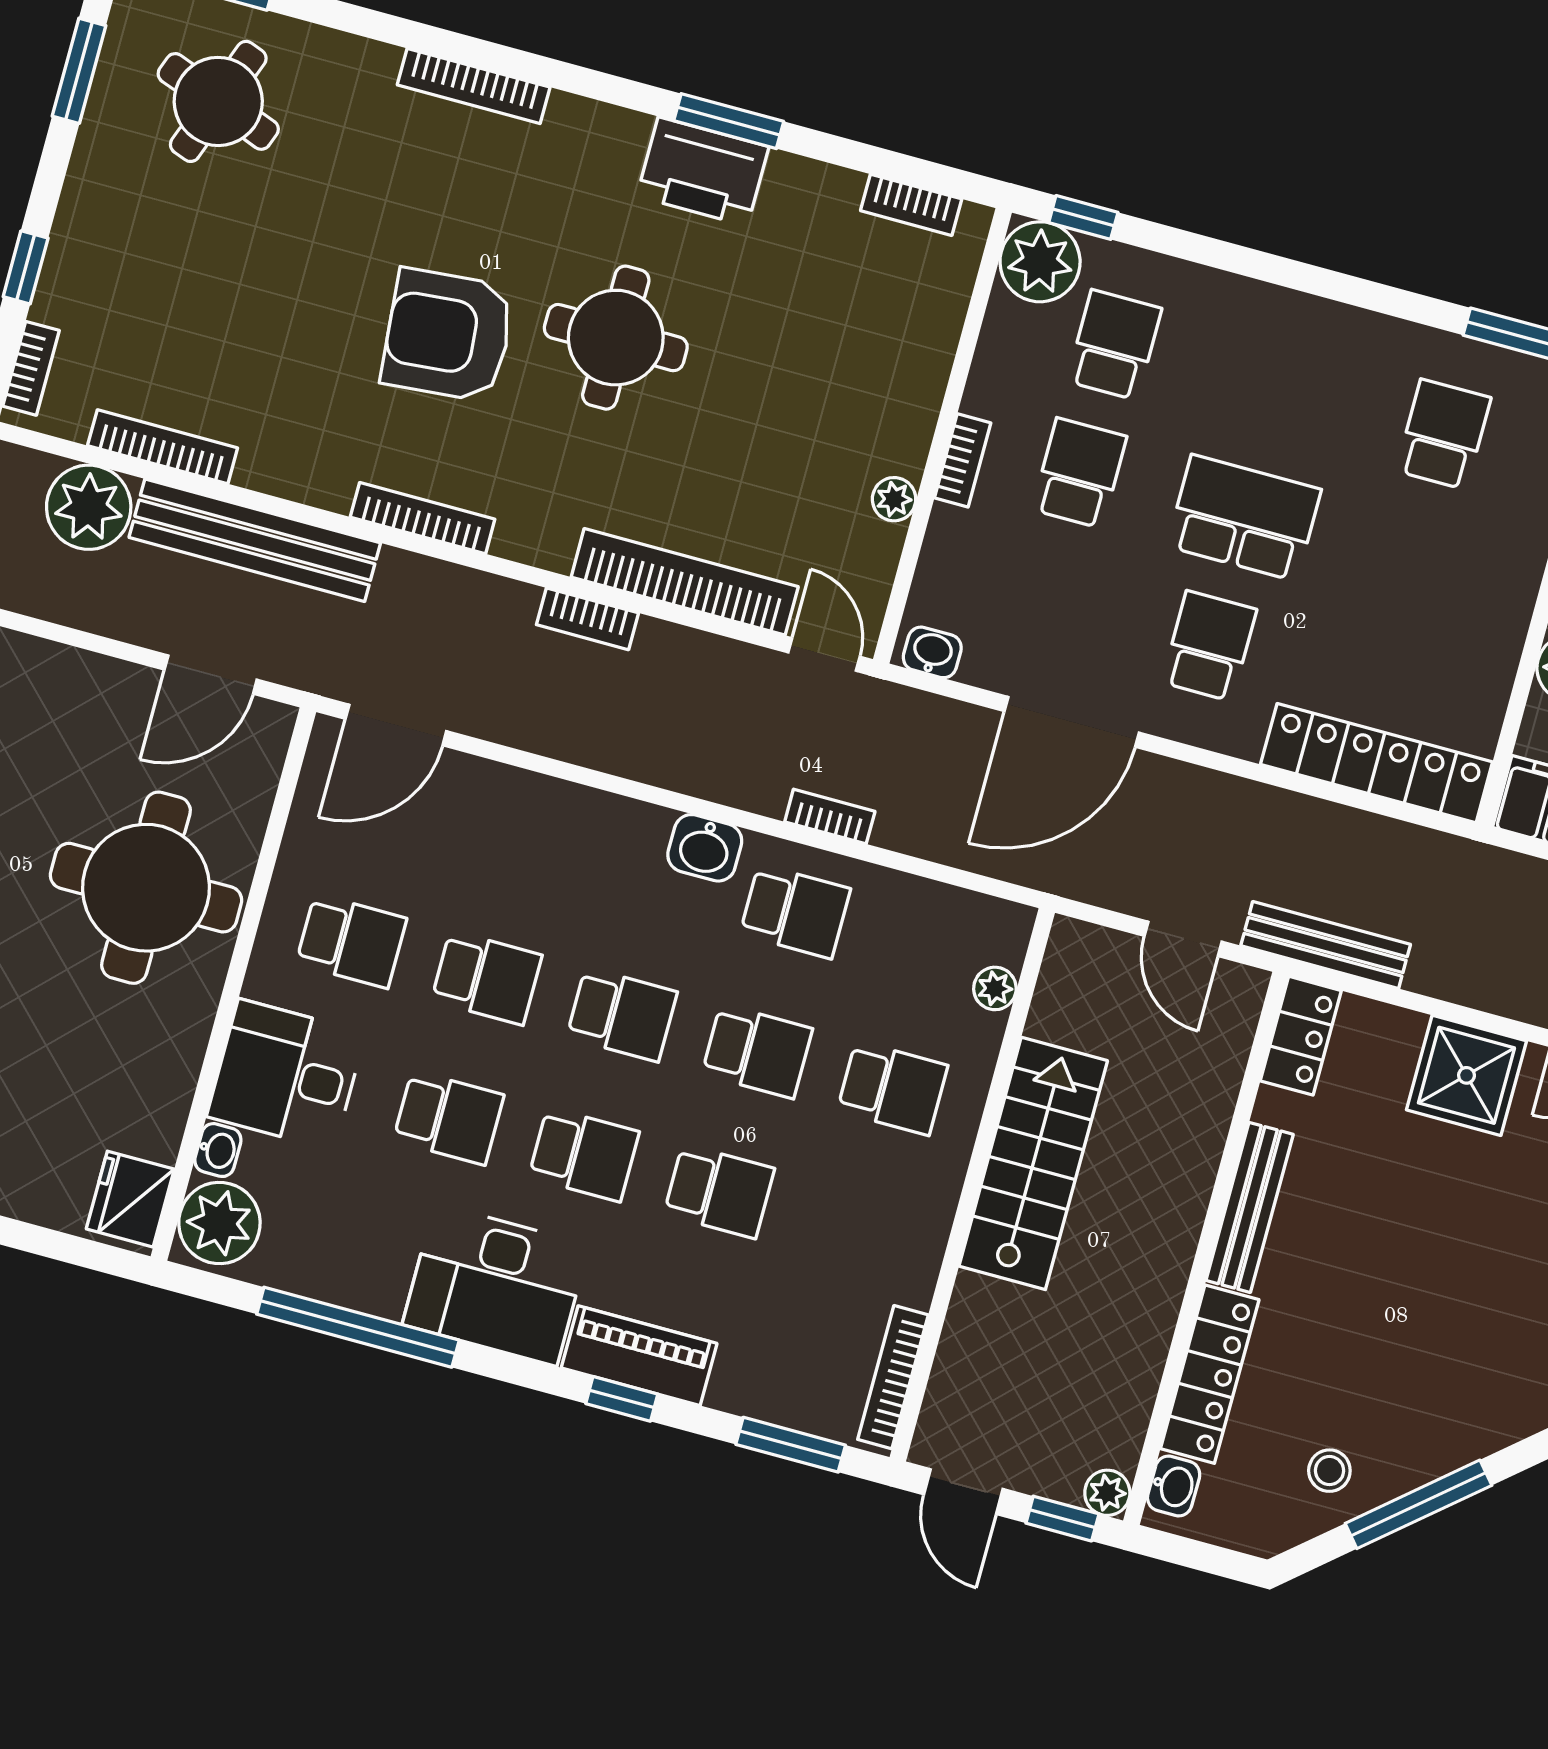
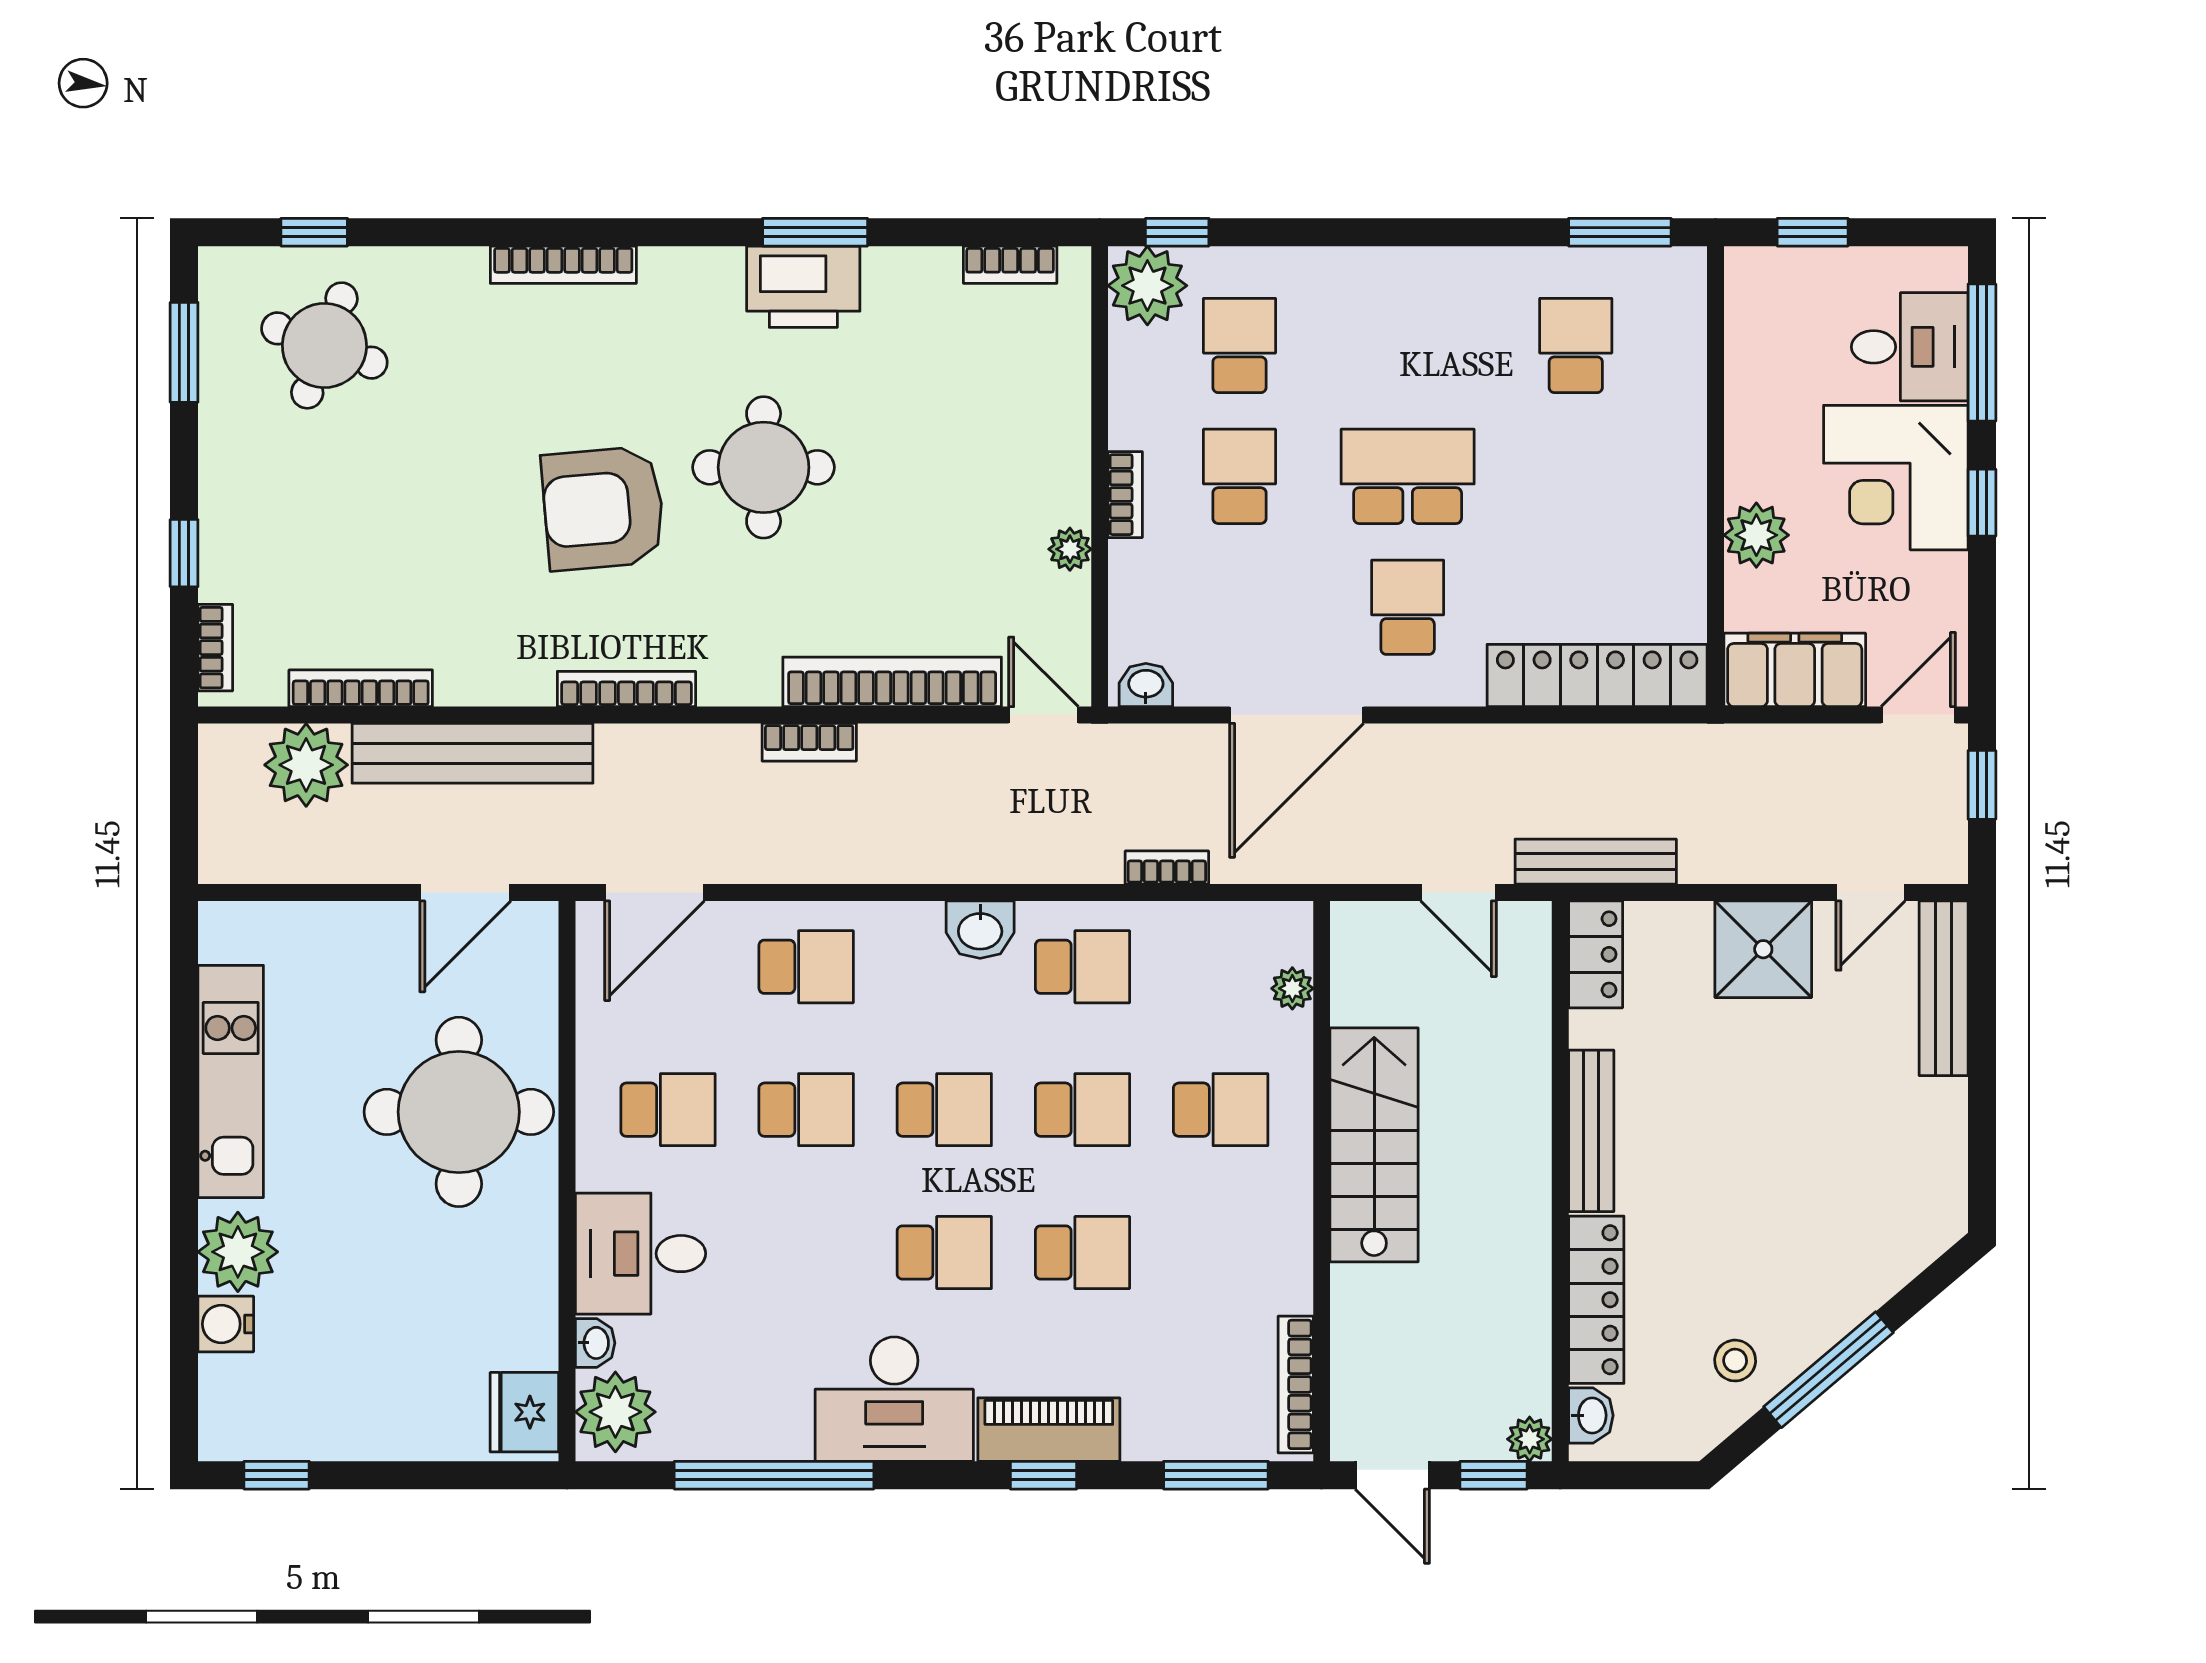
bookcase: (830, 817) -> (1167, 868), moved
school desk: (449, 1118) -> (806, 967), moved

